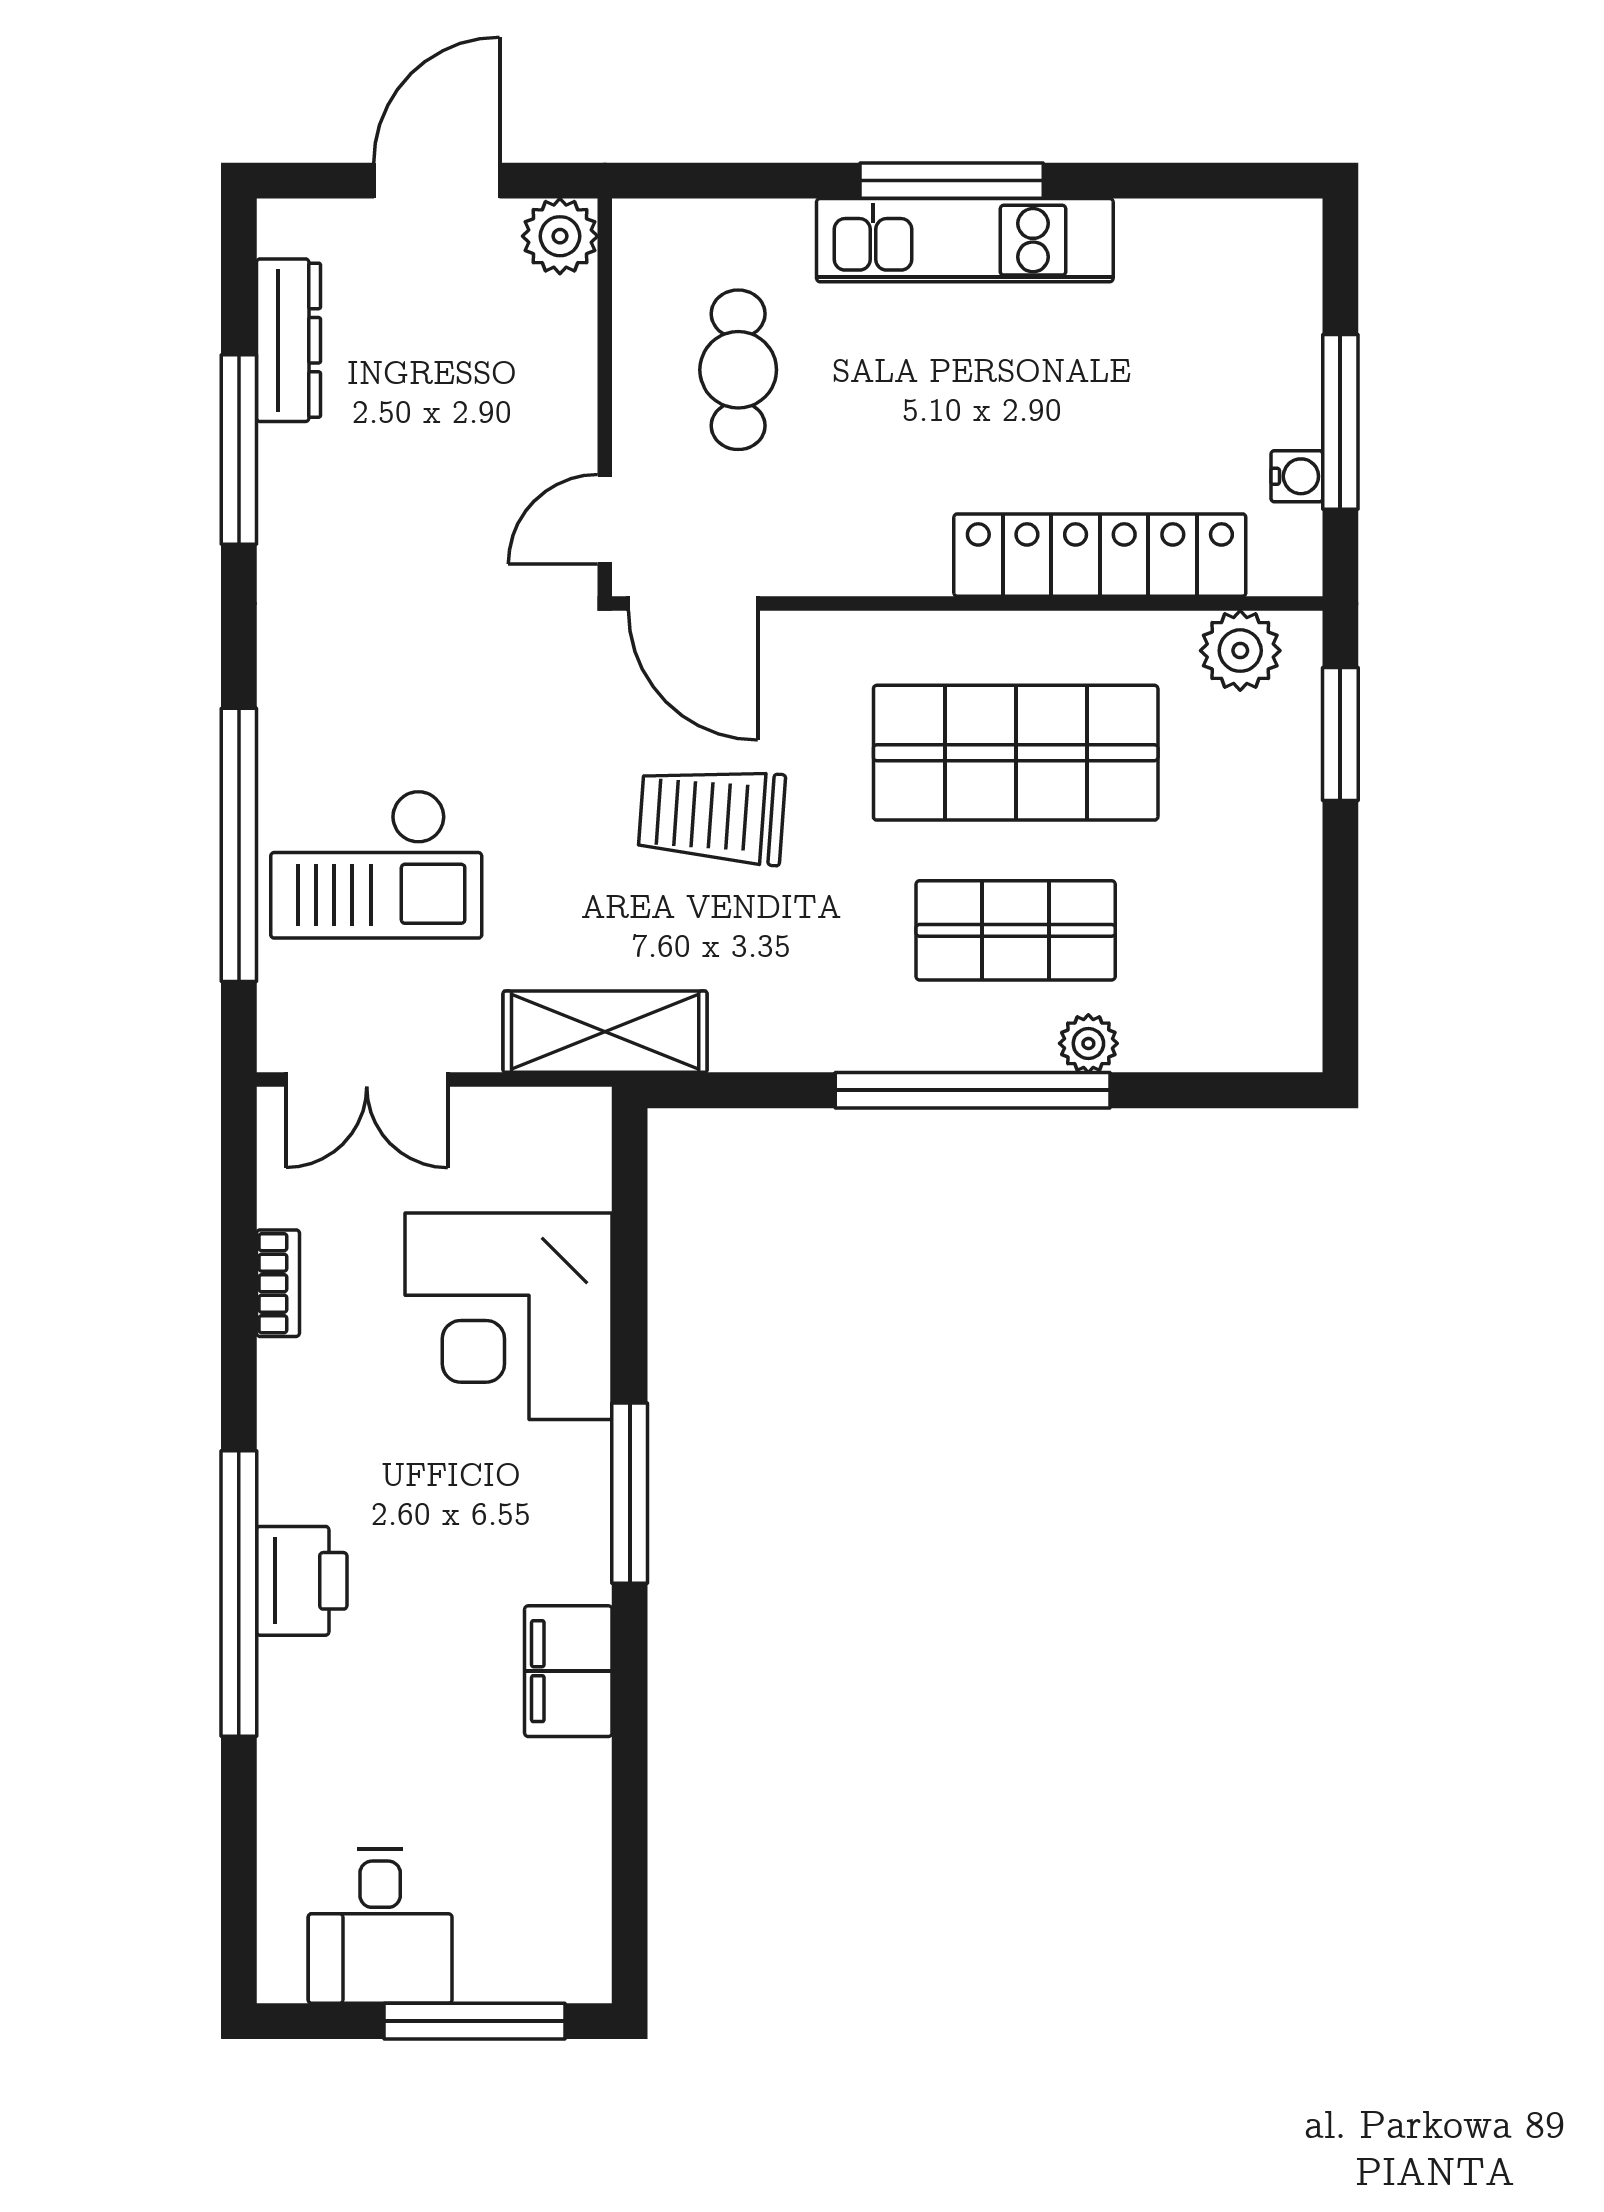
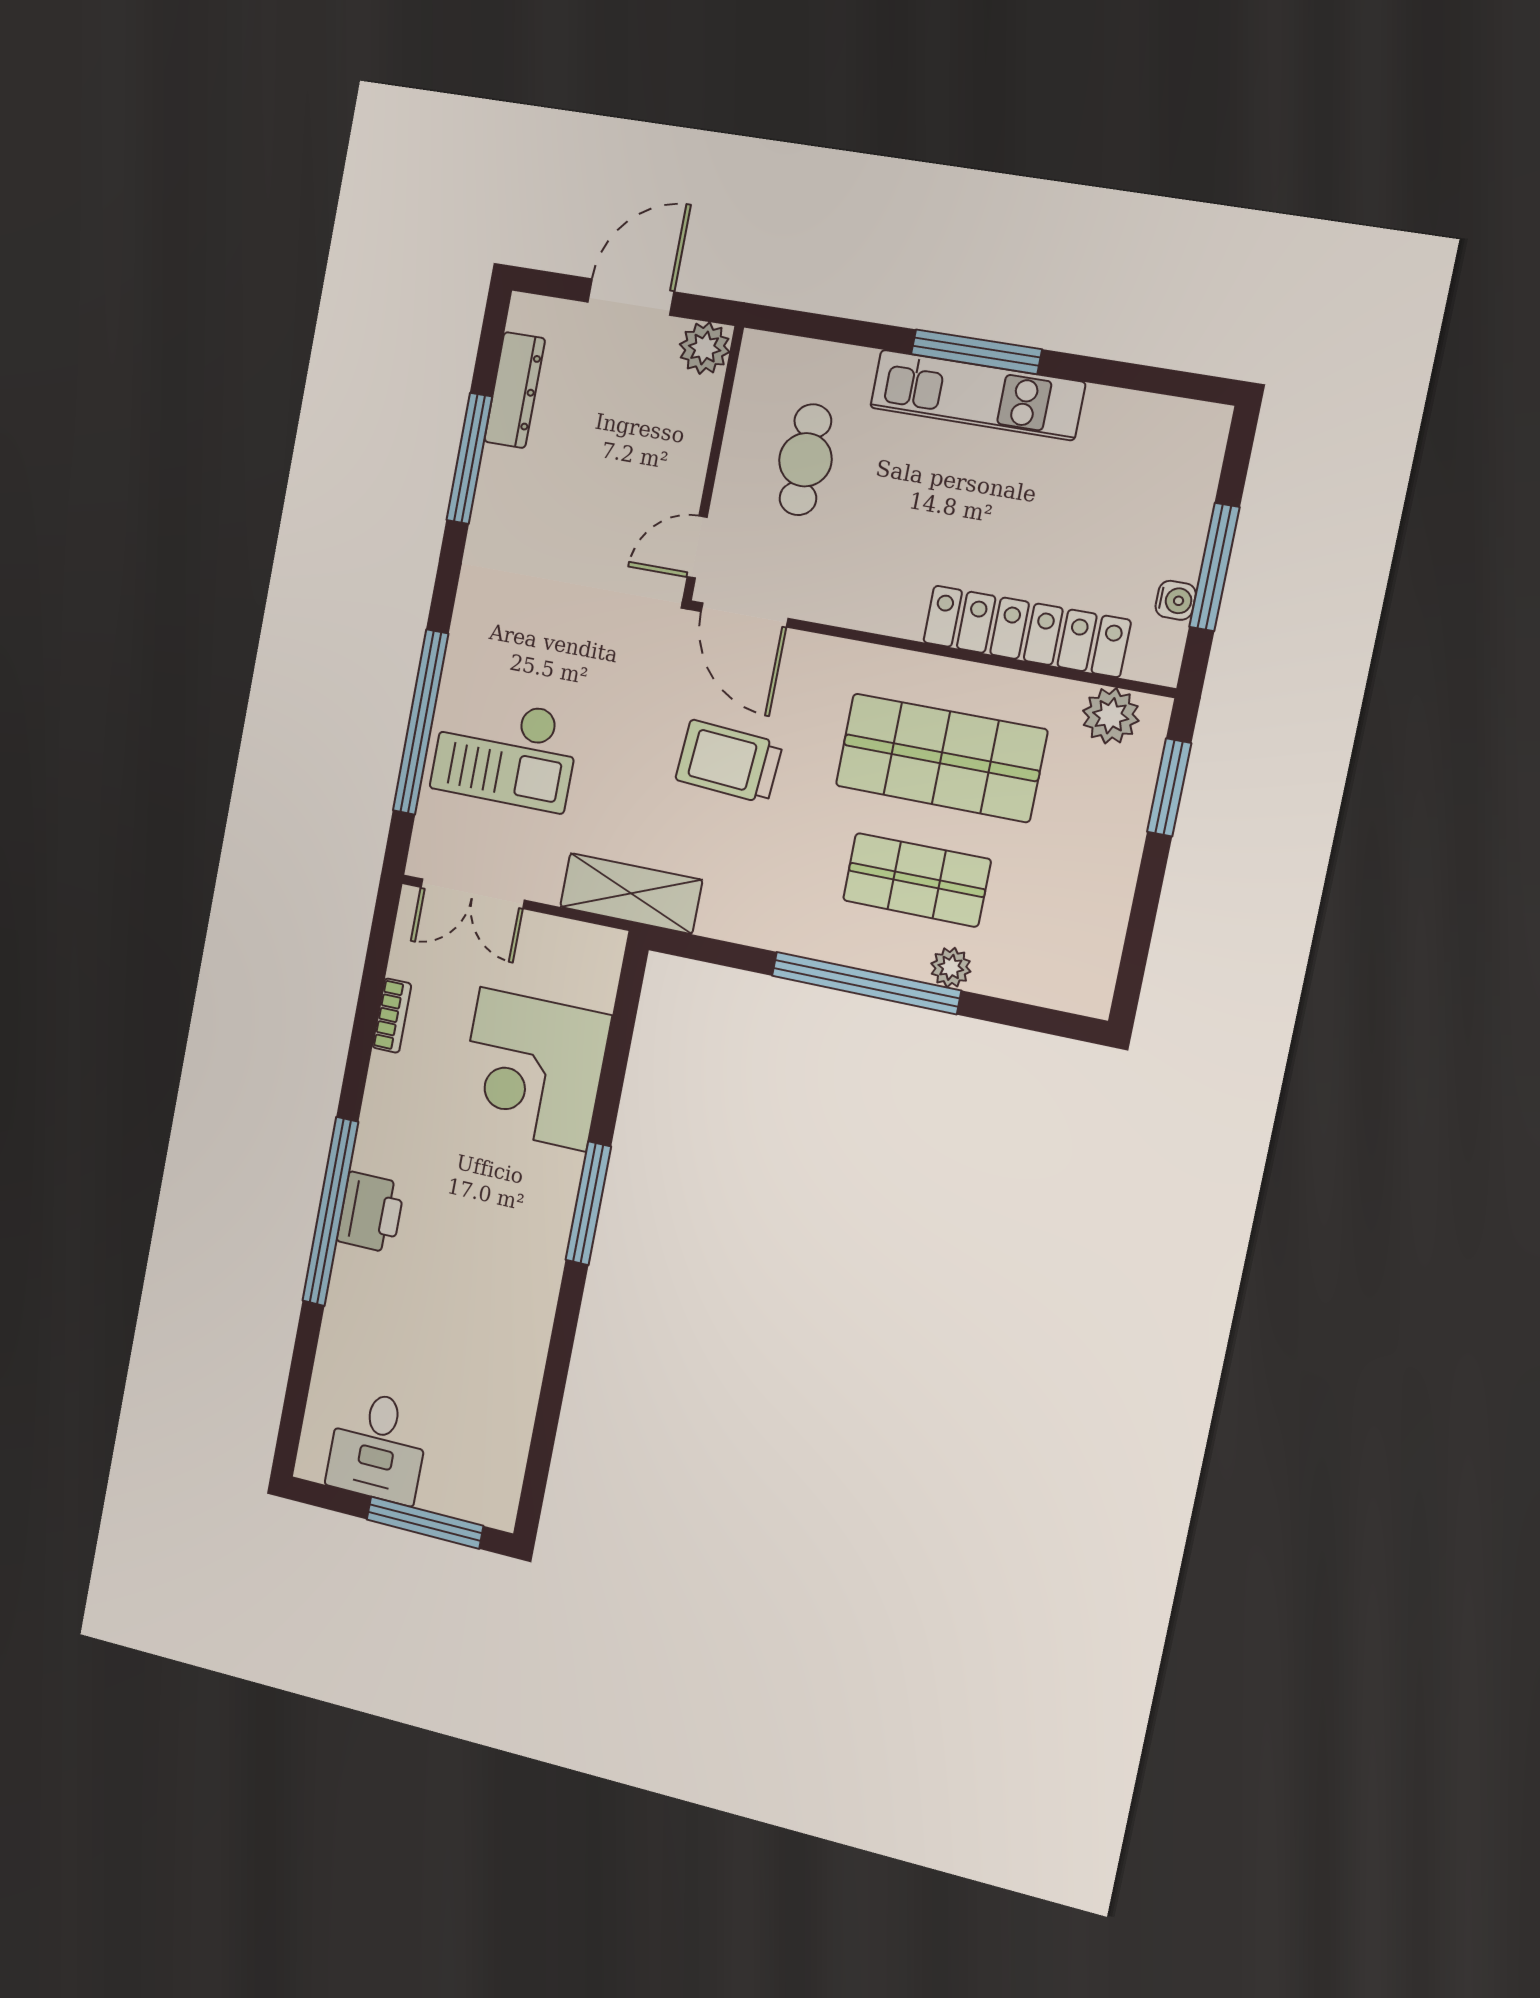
filing cabinet: (568, 1671) -> (527, 1311), removed

